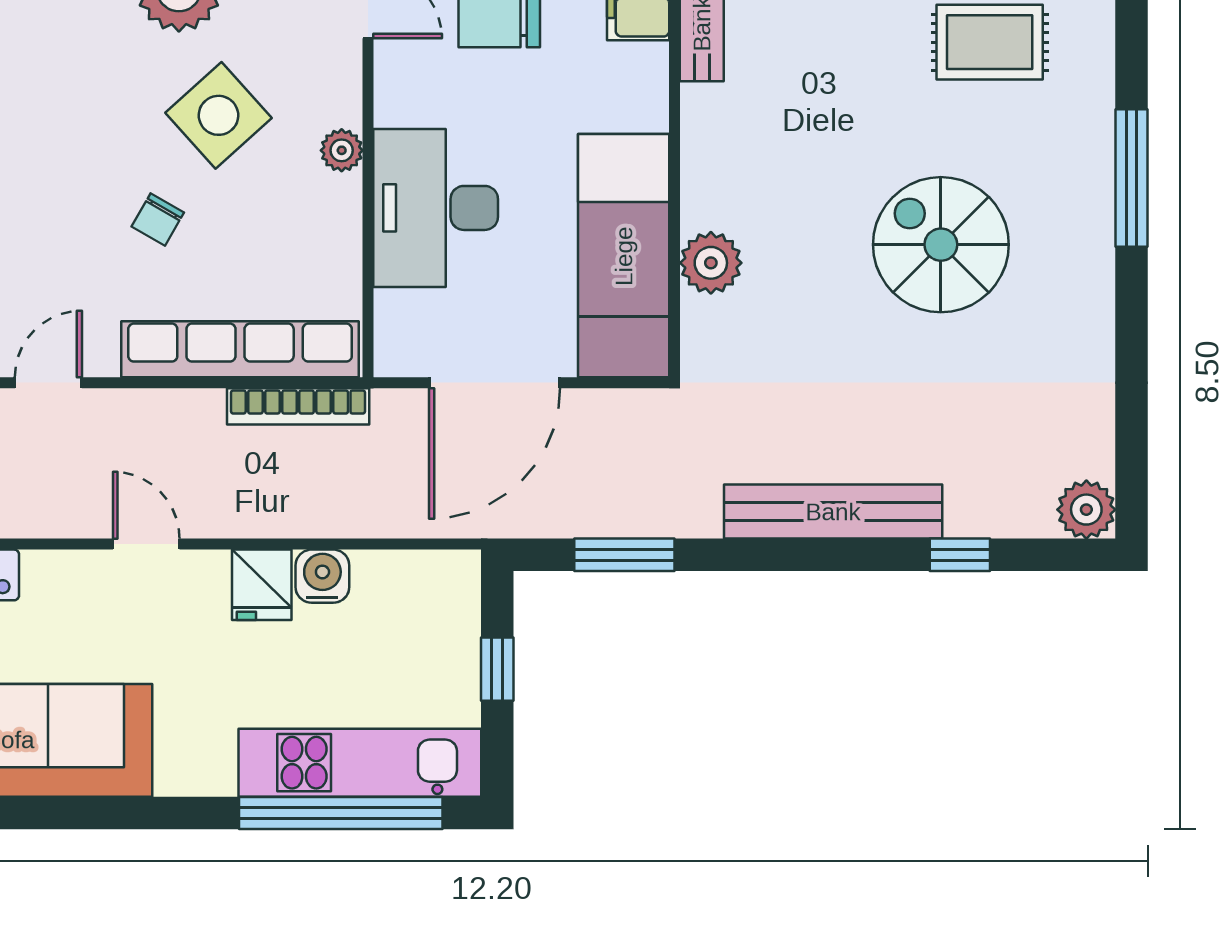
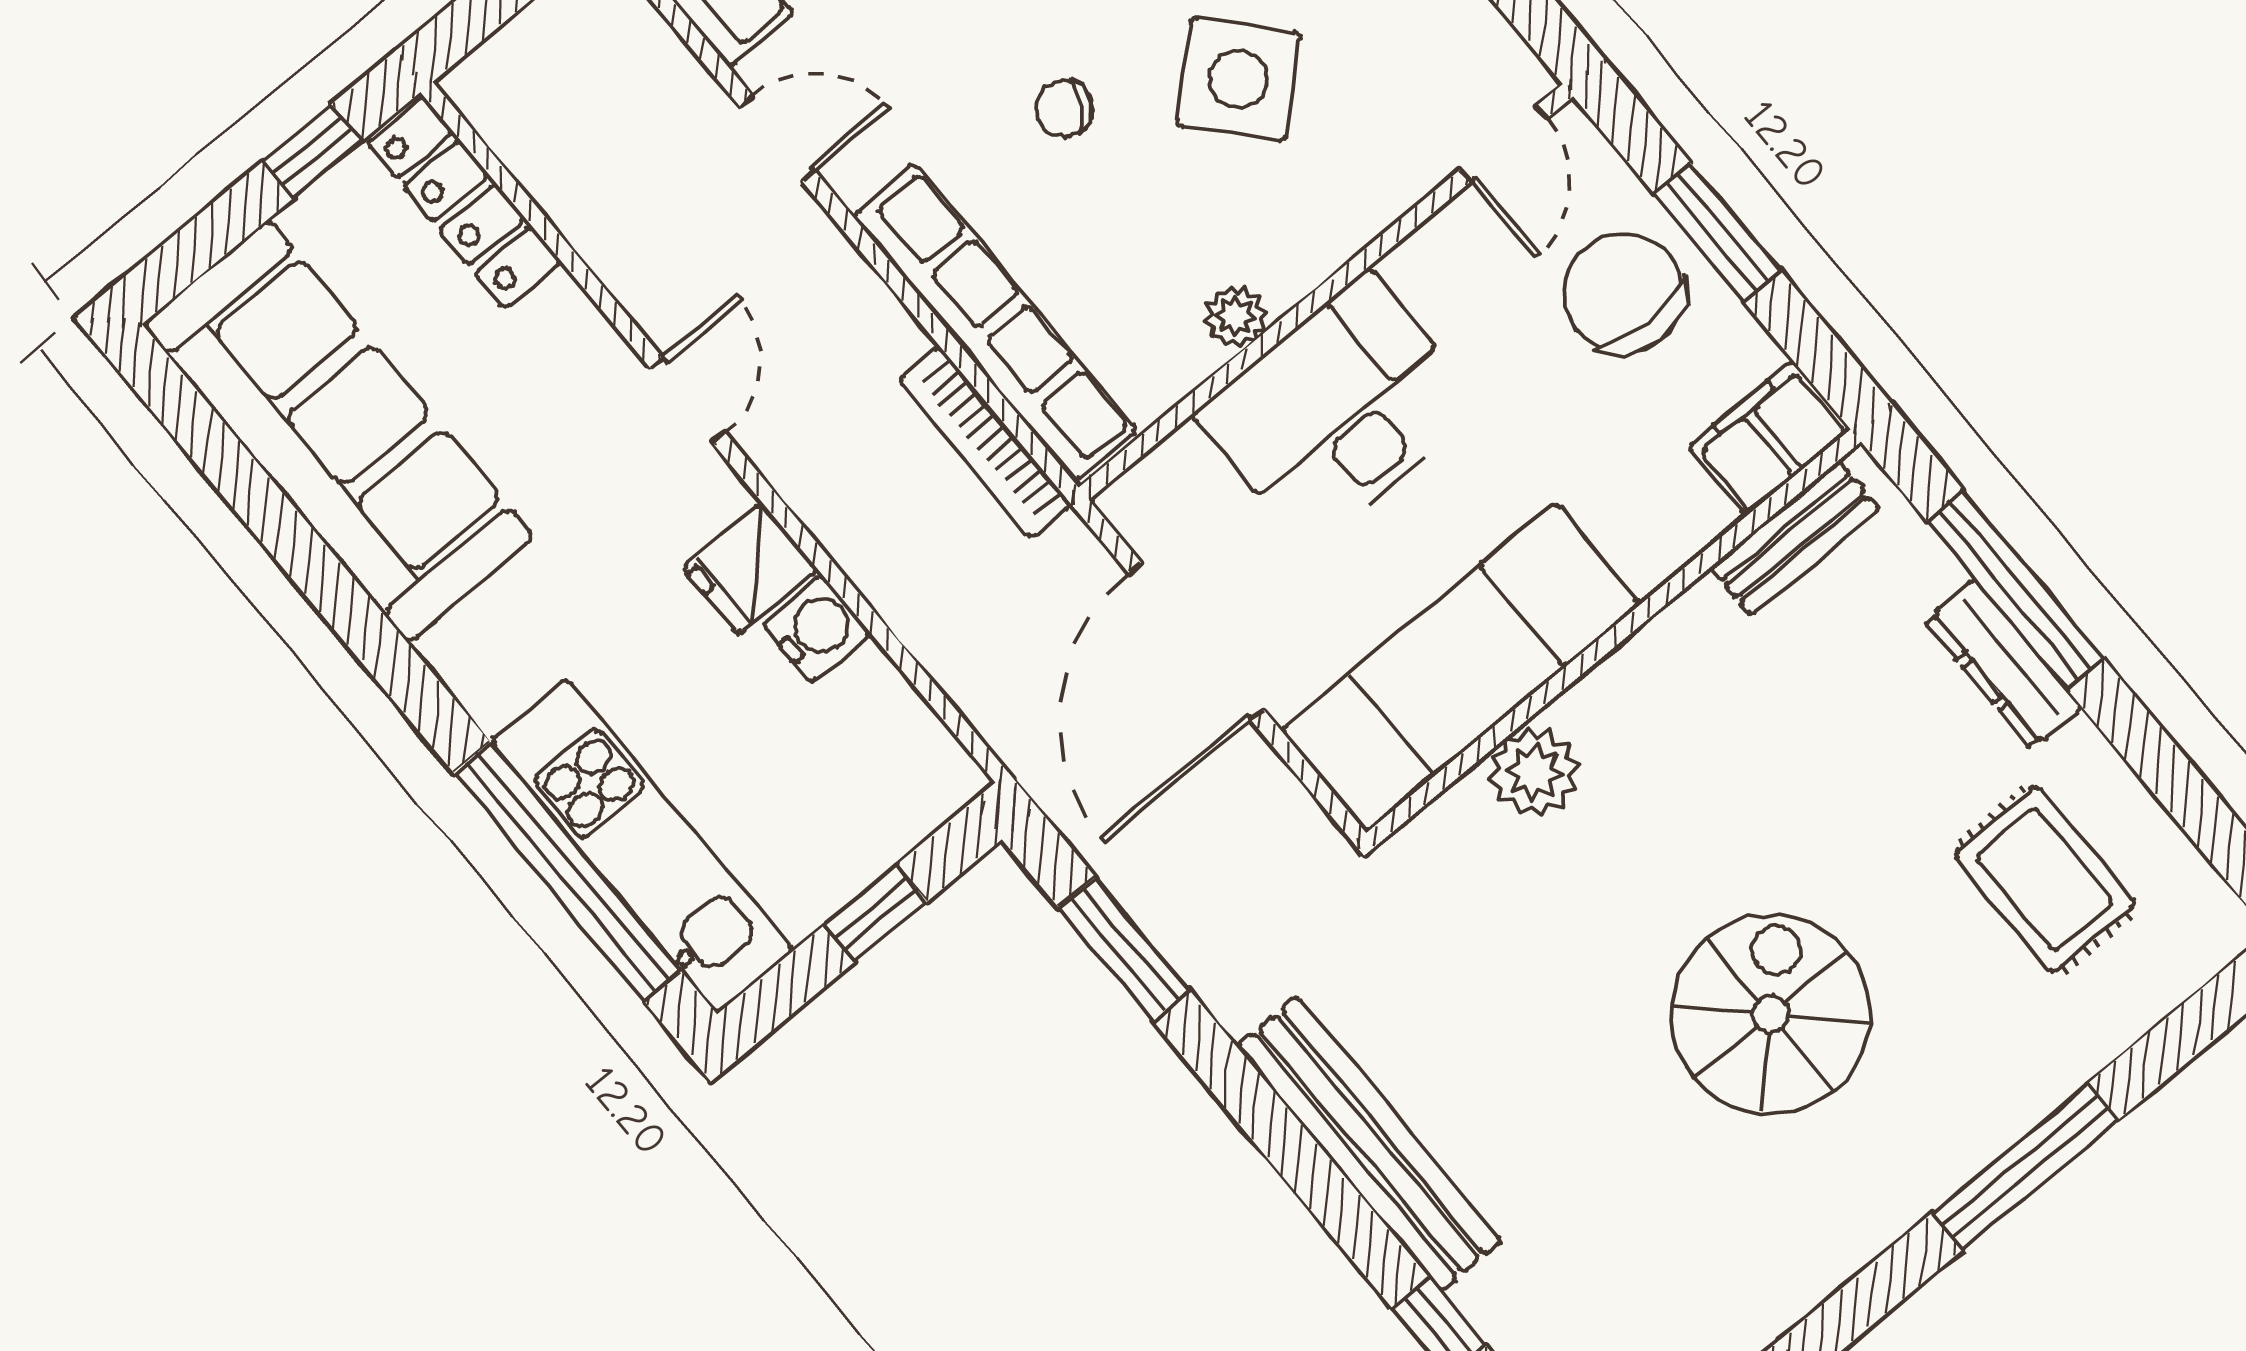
plant: (342, 150) -> (1235, 317), moved
door: (495, 383) -> (1196, 641), hinge flipped

